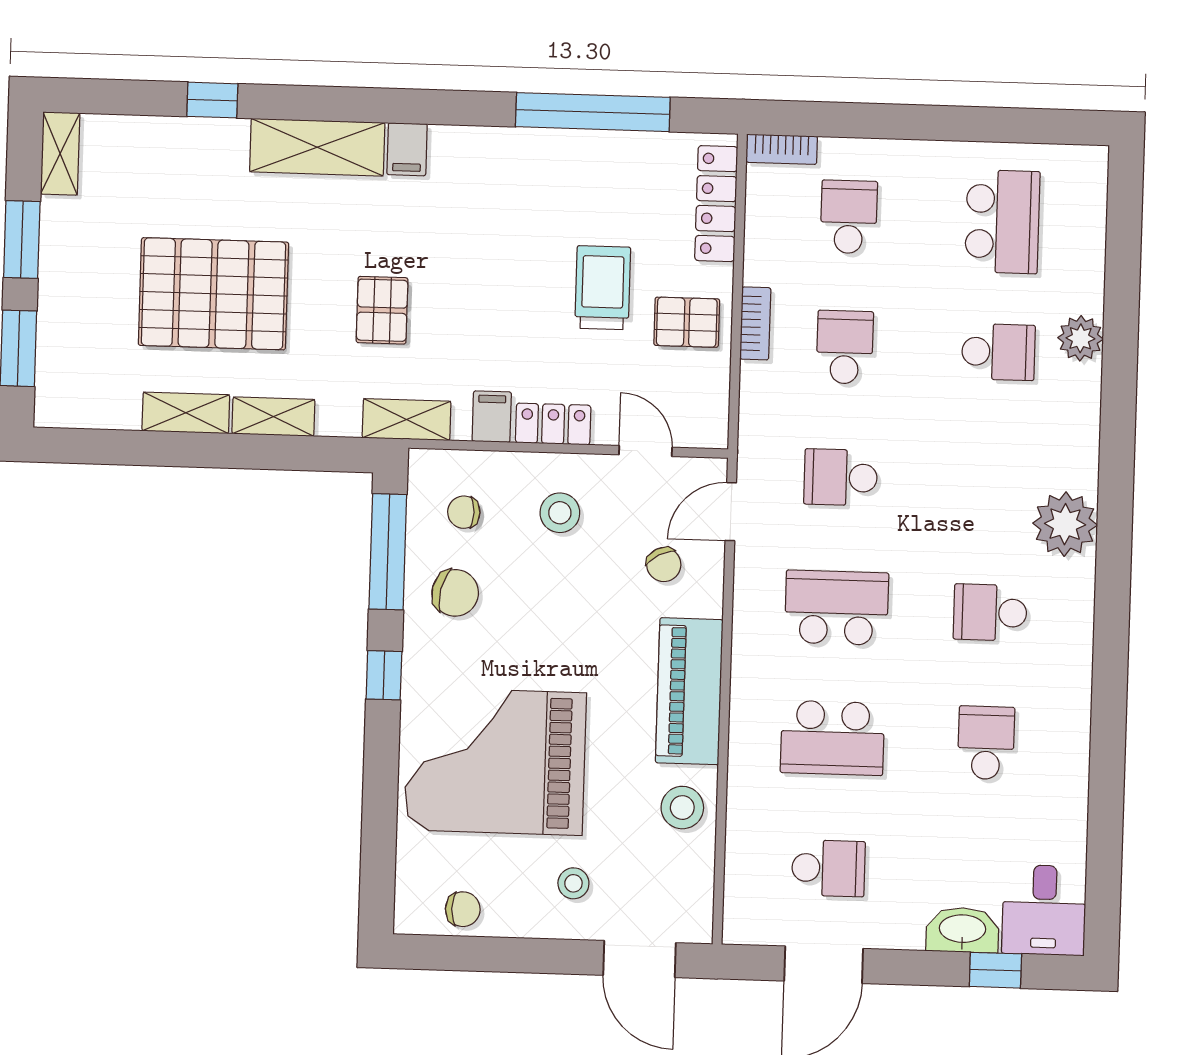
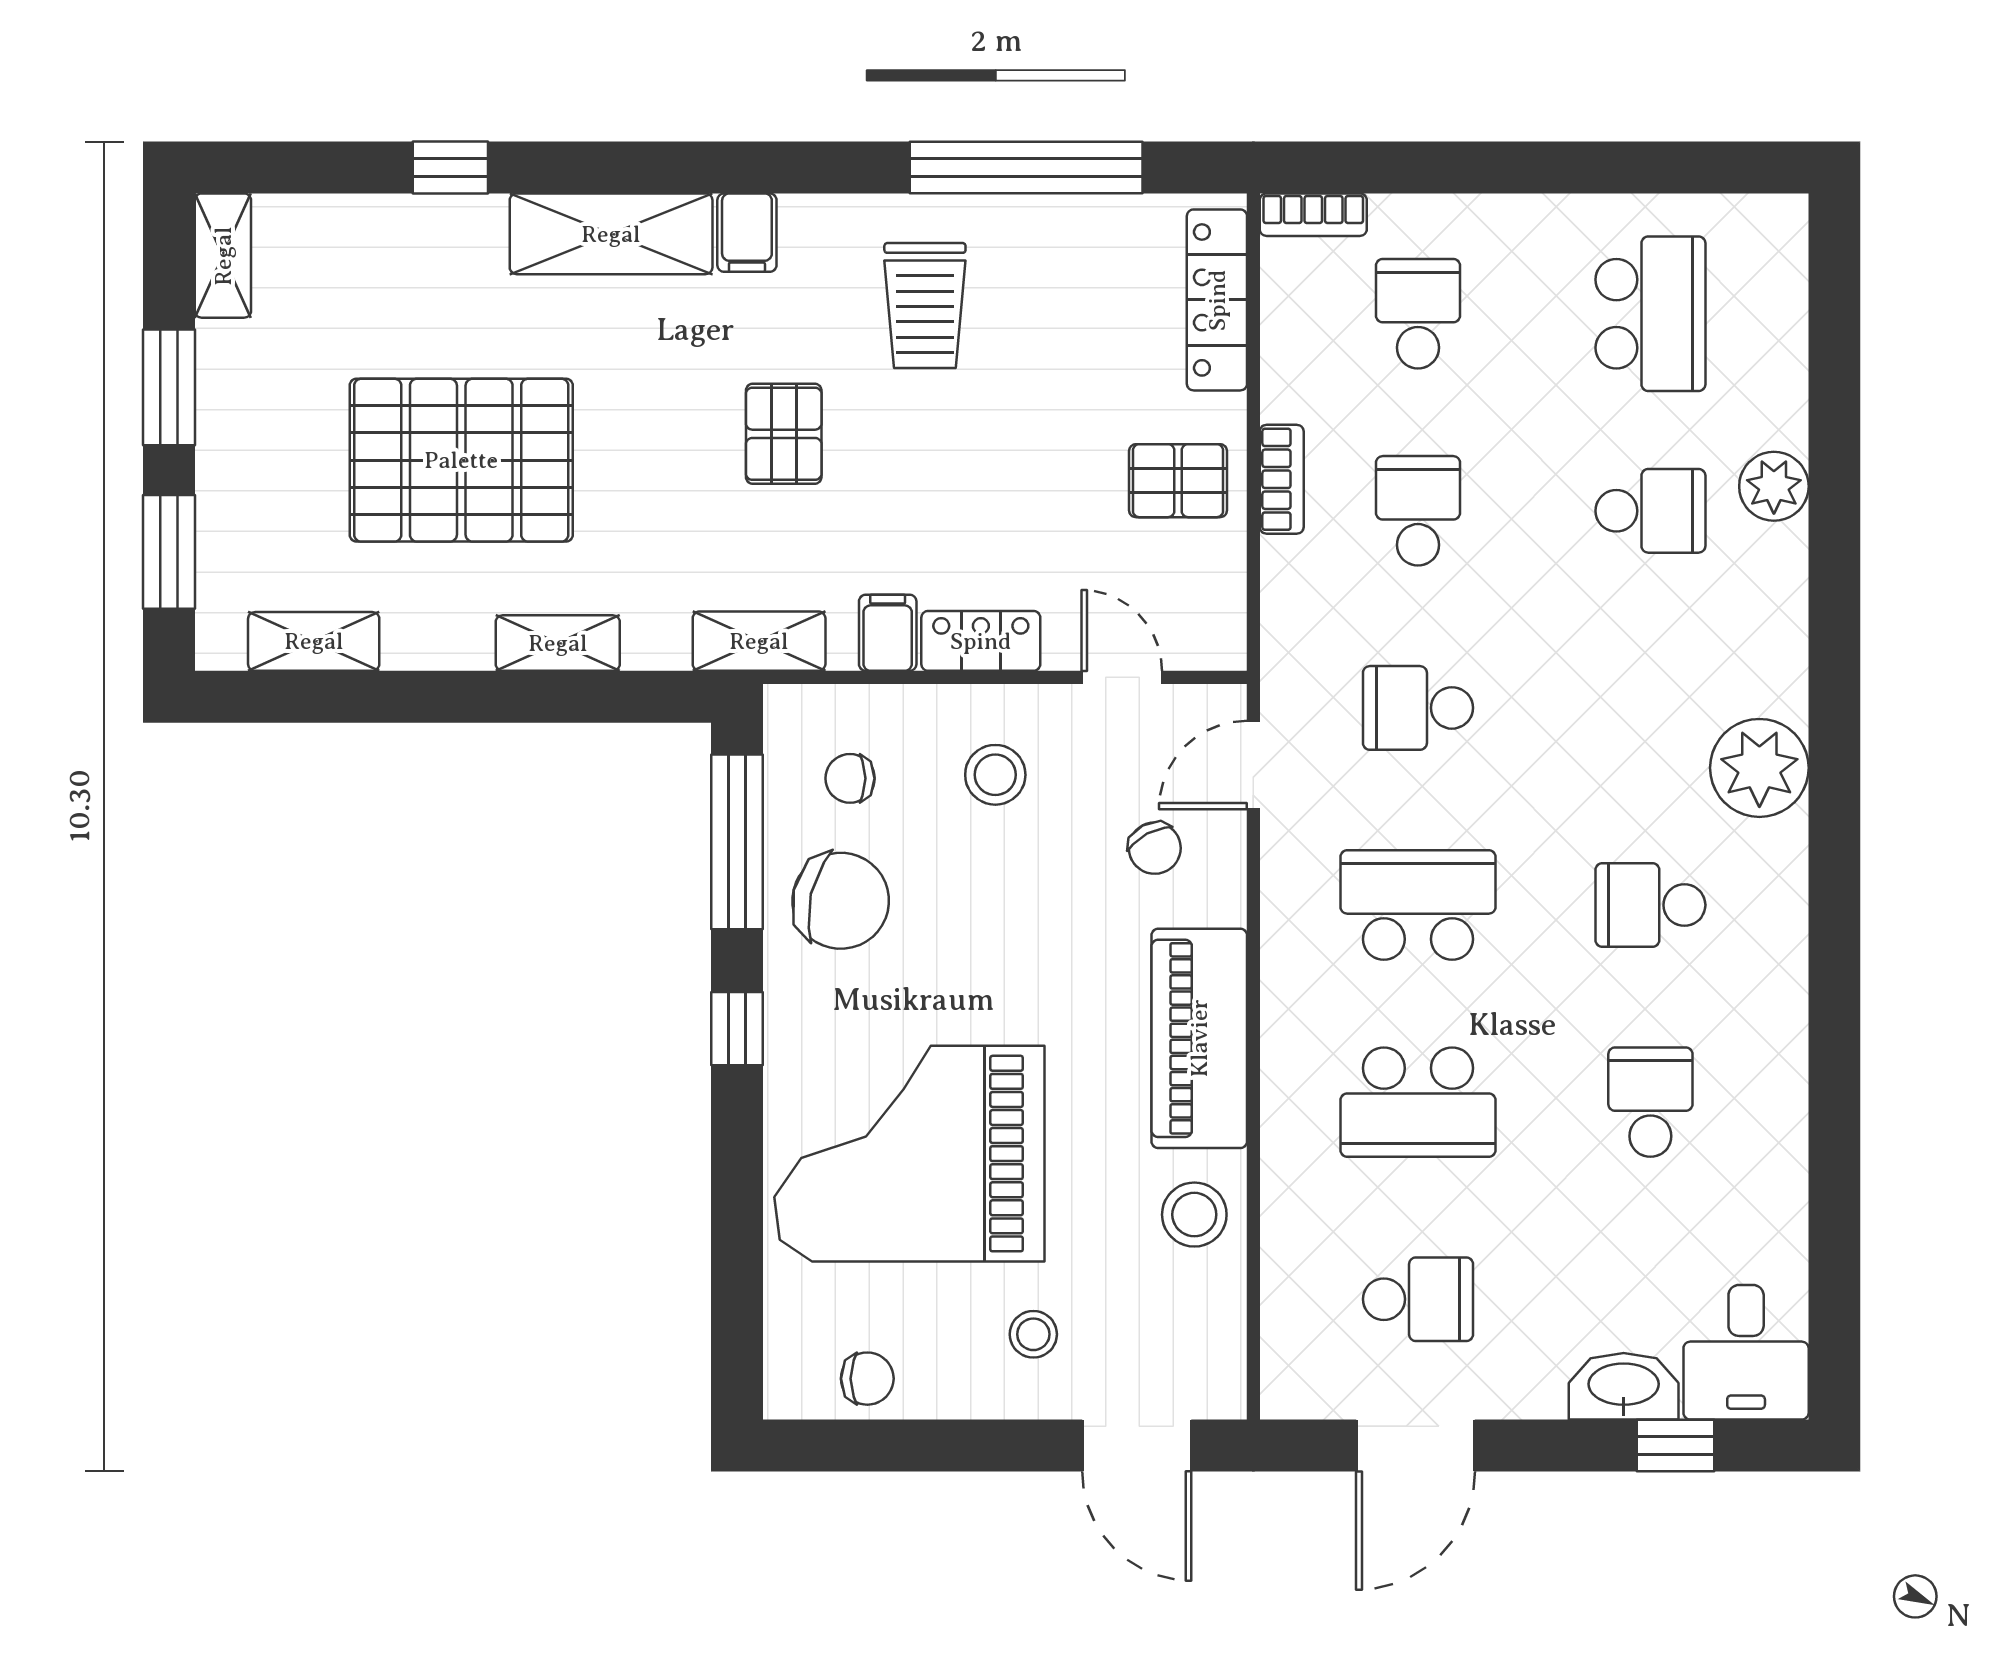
trolley: (603, 288) -> (925, 306), moved, turned 180
pallet: (382, 310) -> (784, 434), moved
shelving: (186, 413) -> (314, 641), moved
chair: (455, 593) -> (841, 901), width x1.37, depth x1.37

